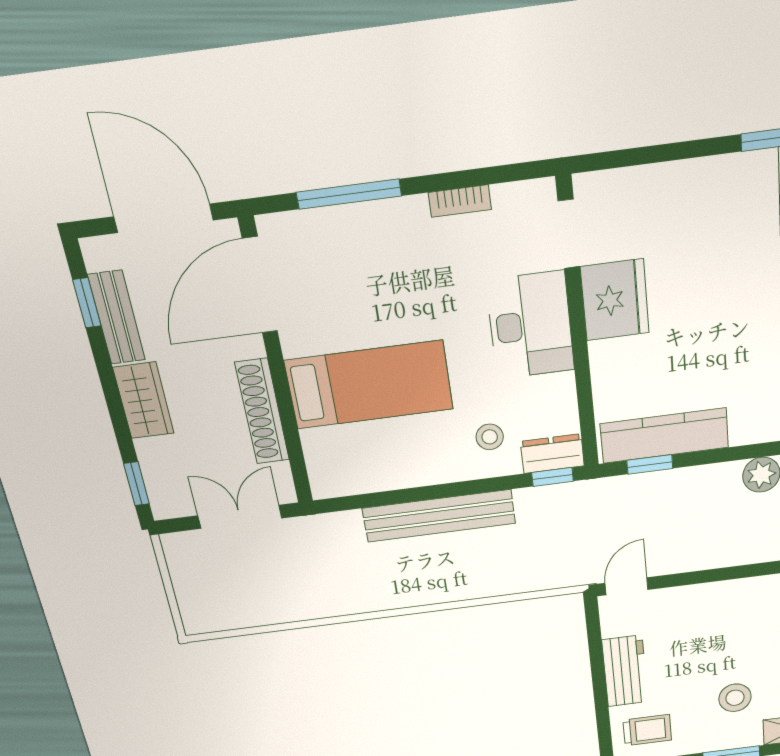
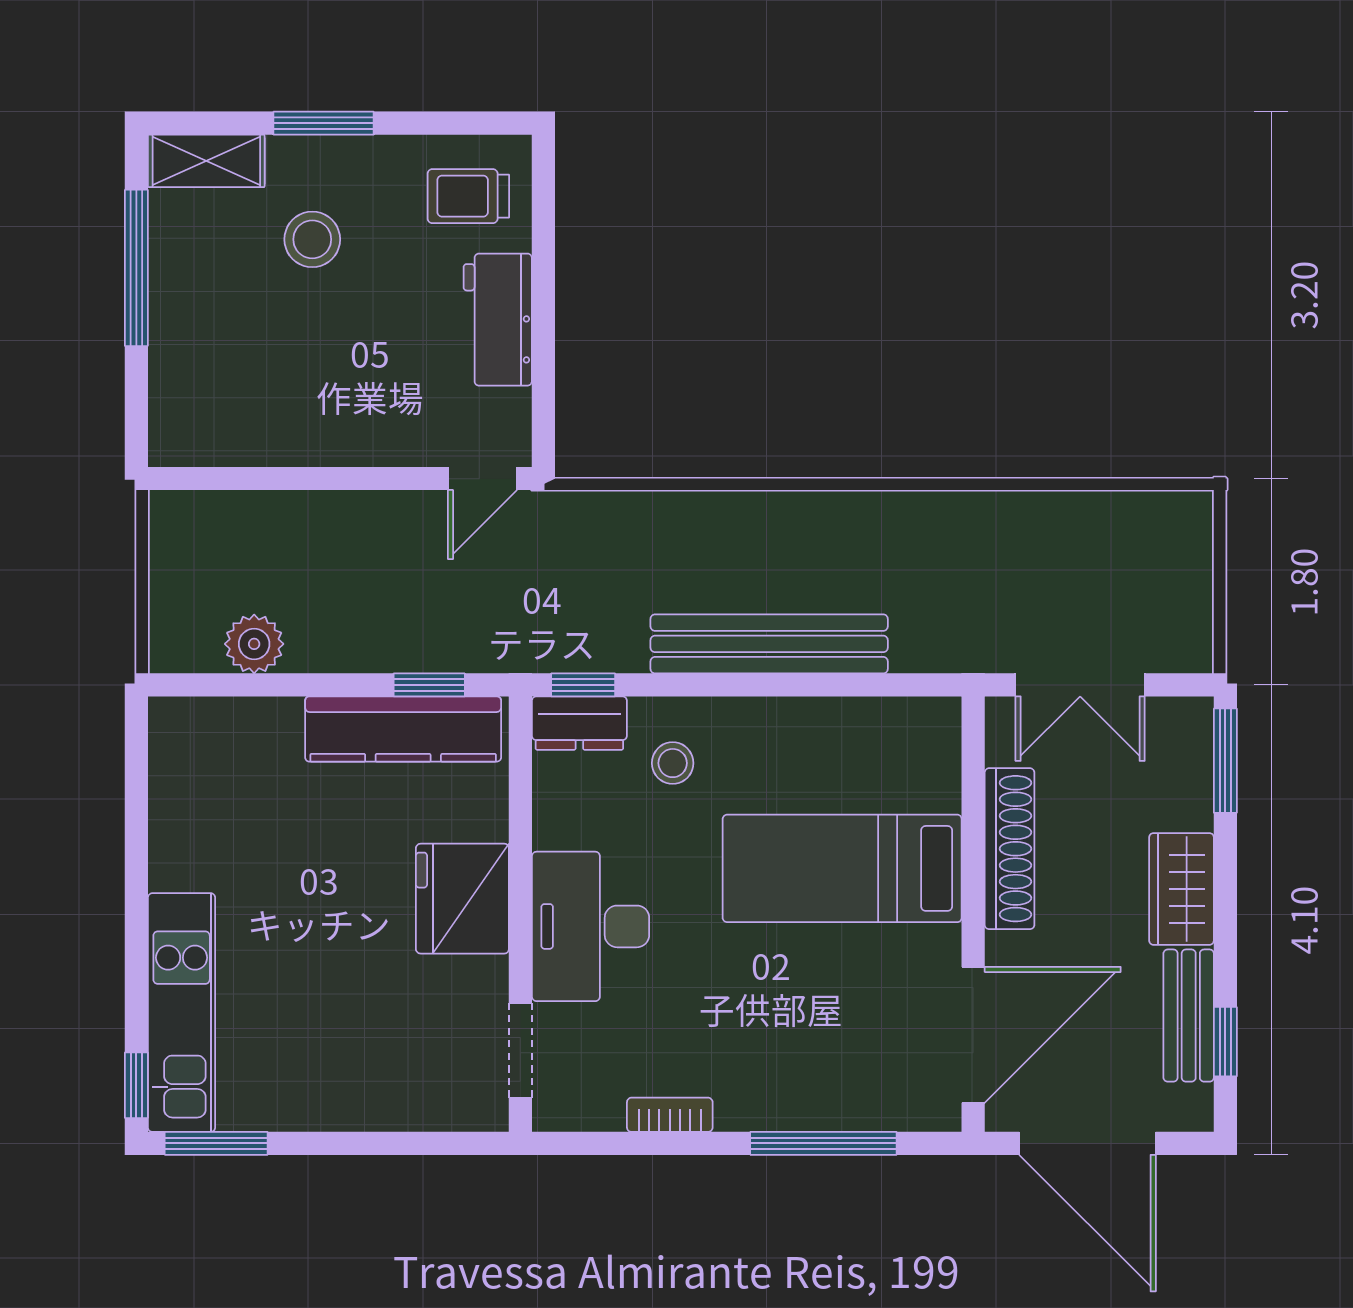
fridge: (615, 300) -> (462, 899), moved
window: (136, 484) -> (1225, 761), width x1.50

